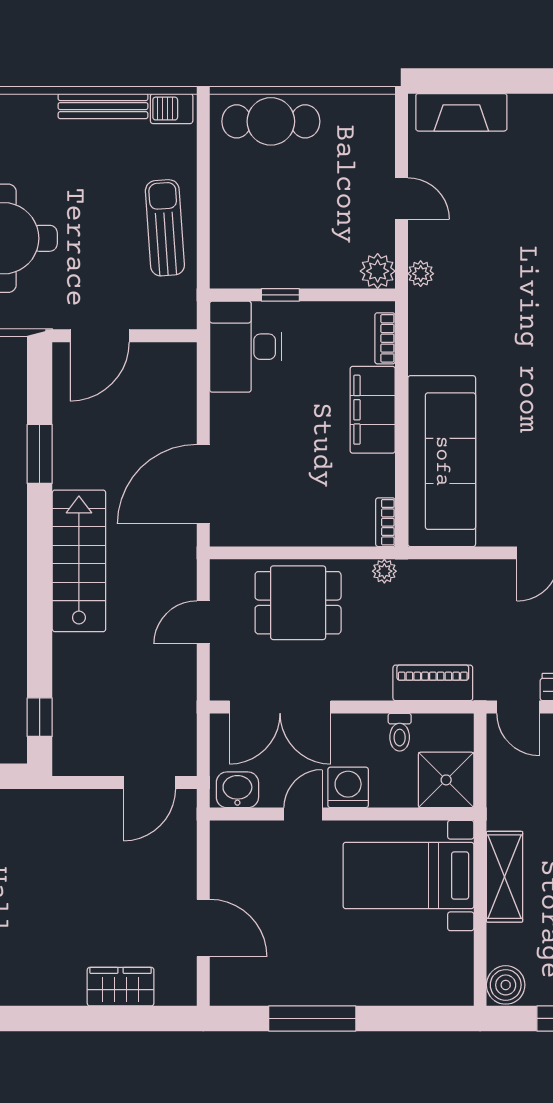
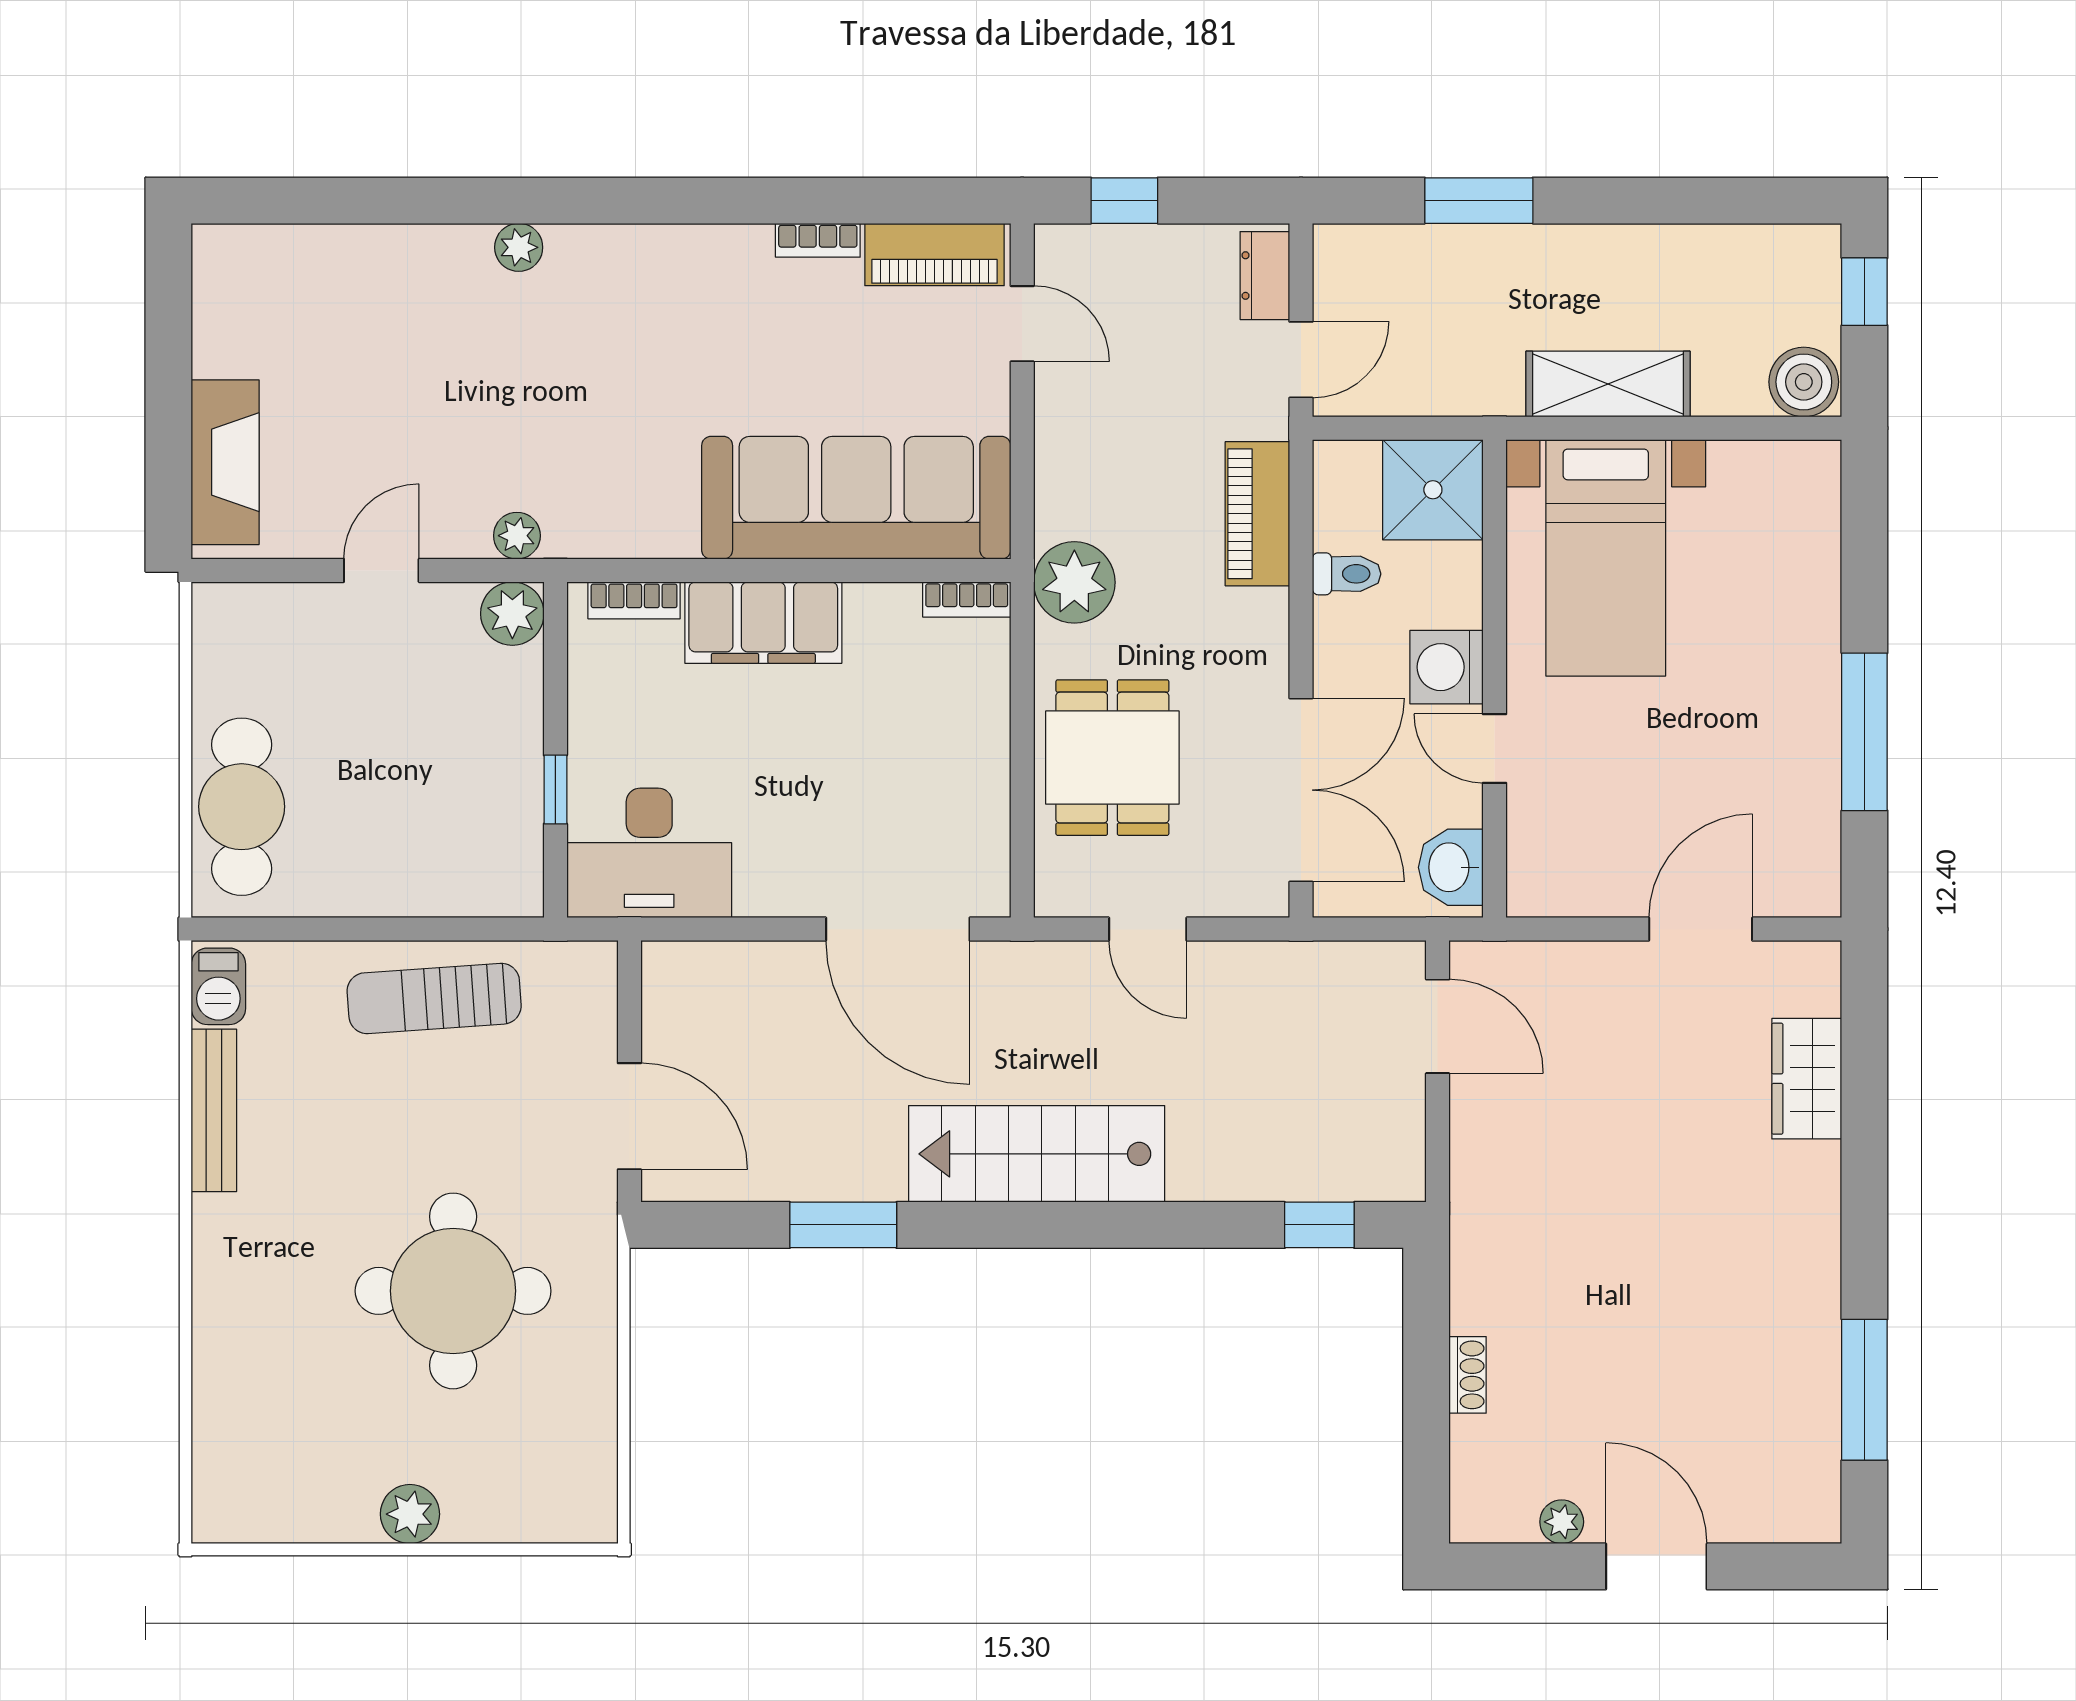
plant: (384, 571) -> (1074, 582), width x1.88, depth x1.88

